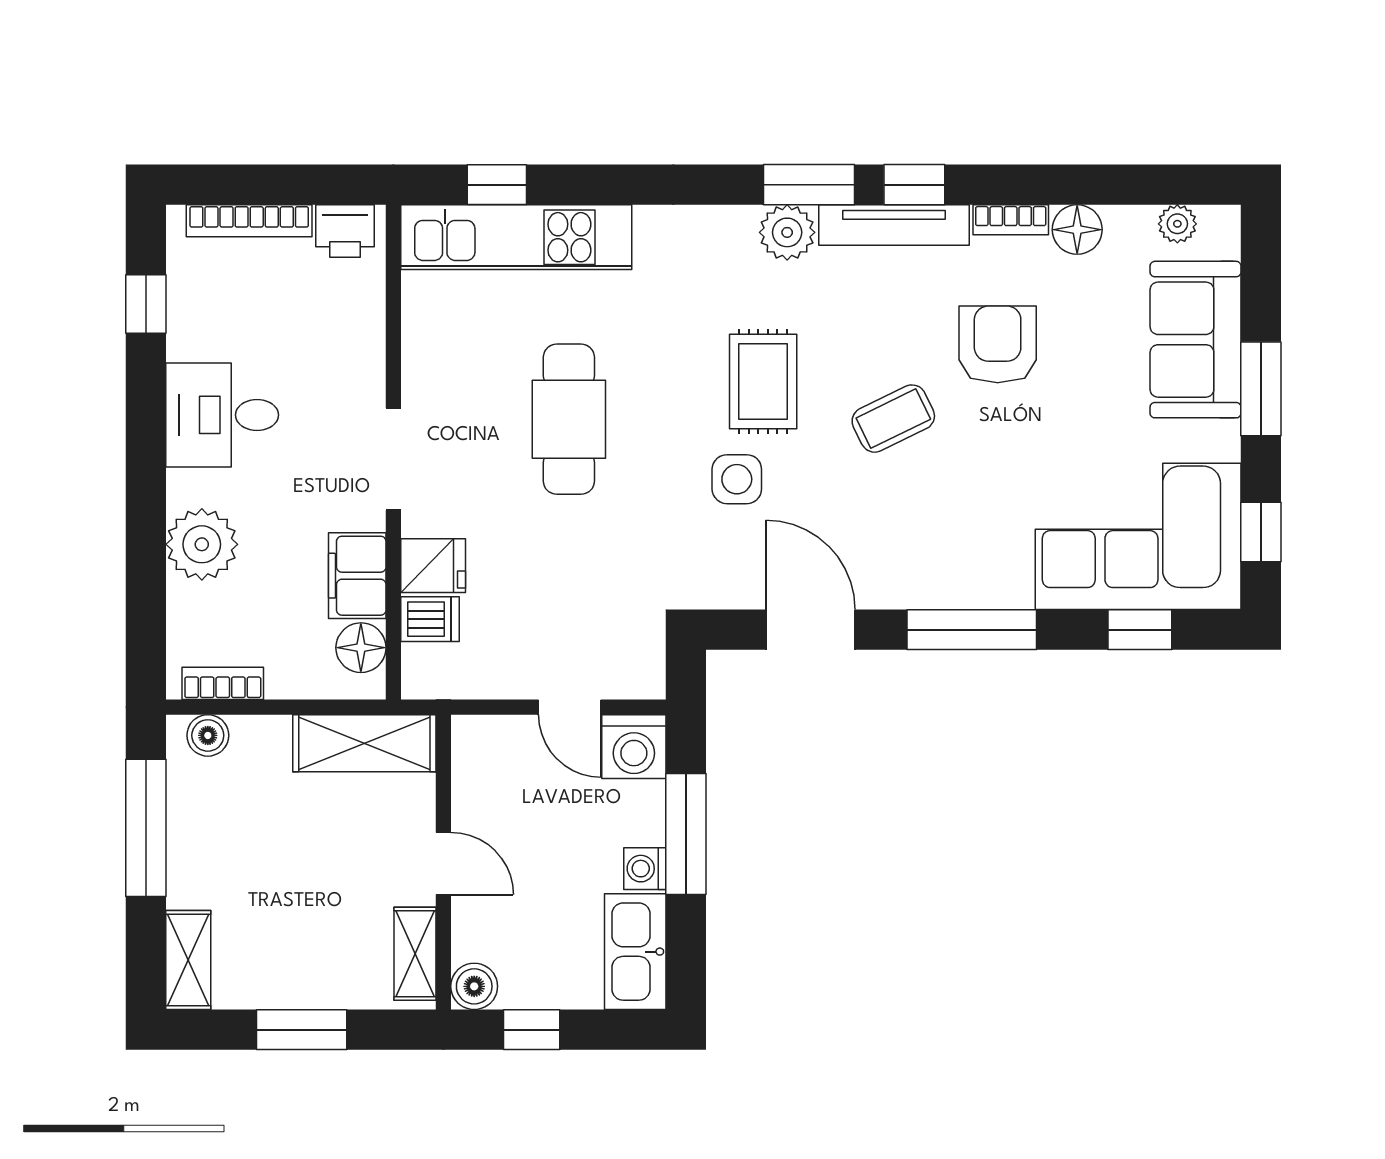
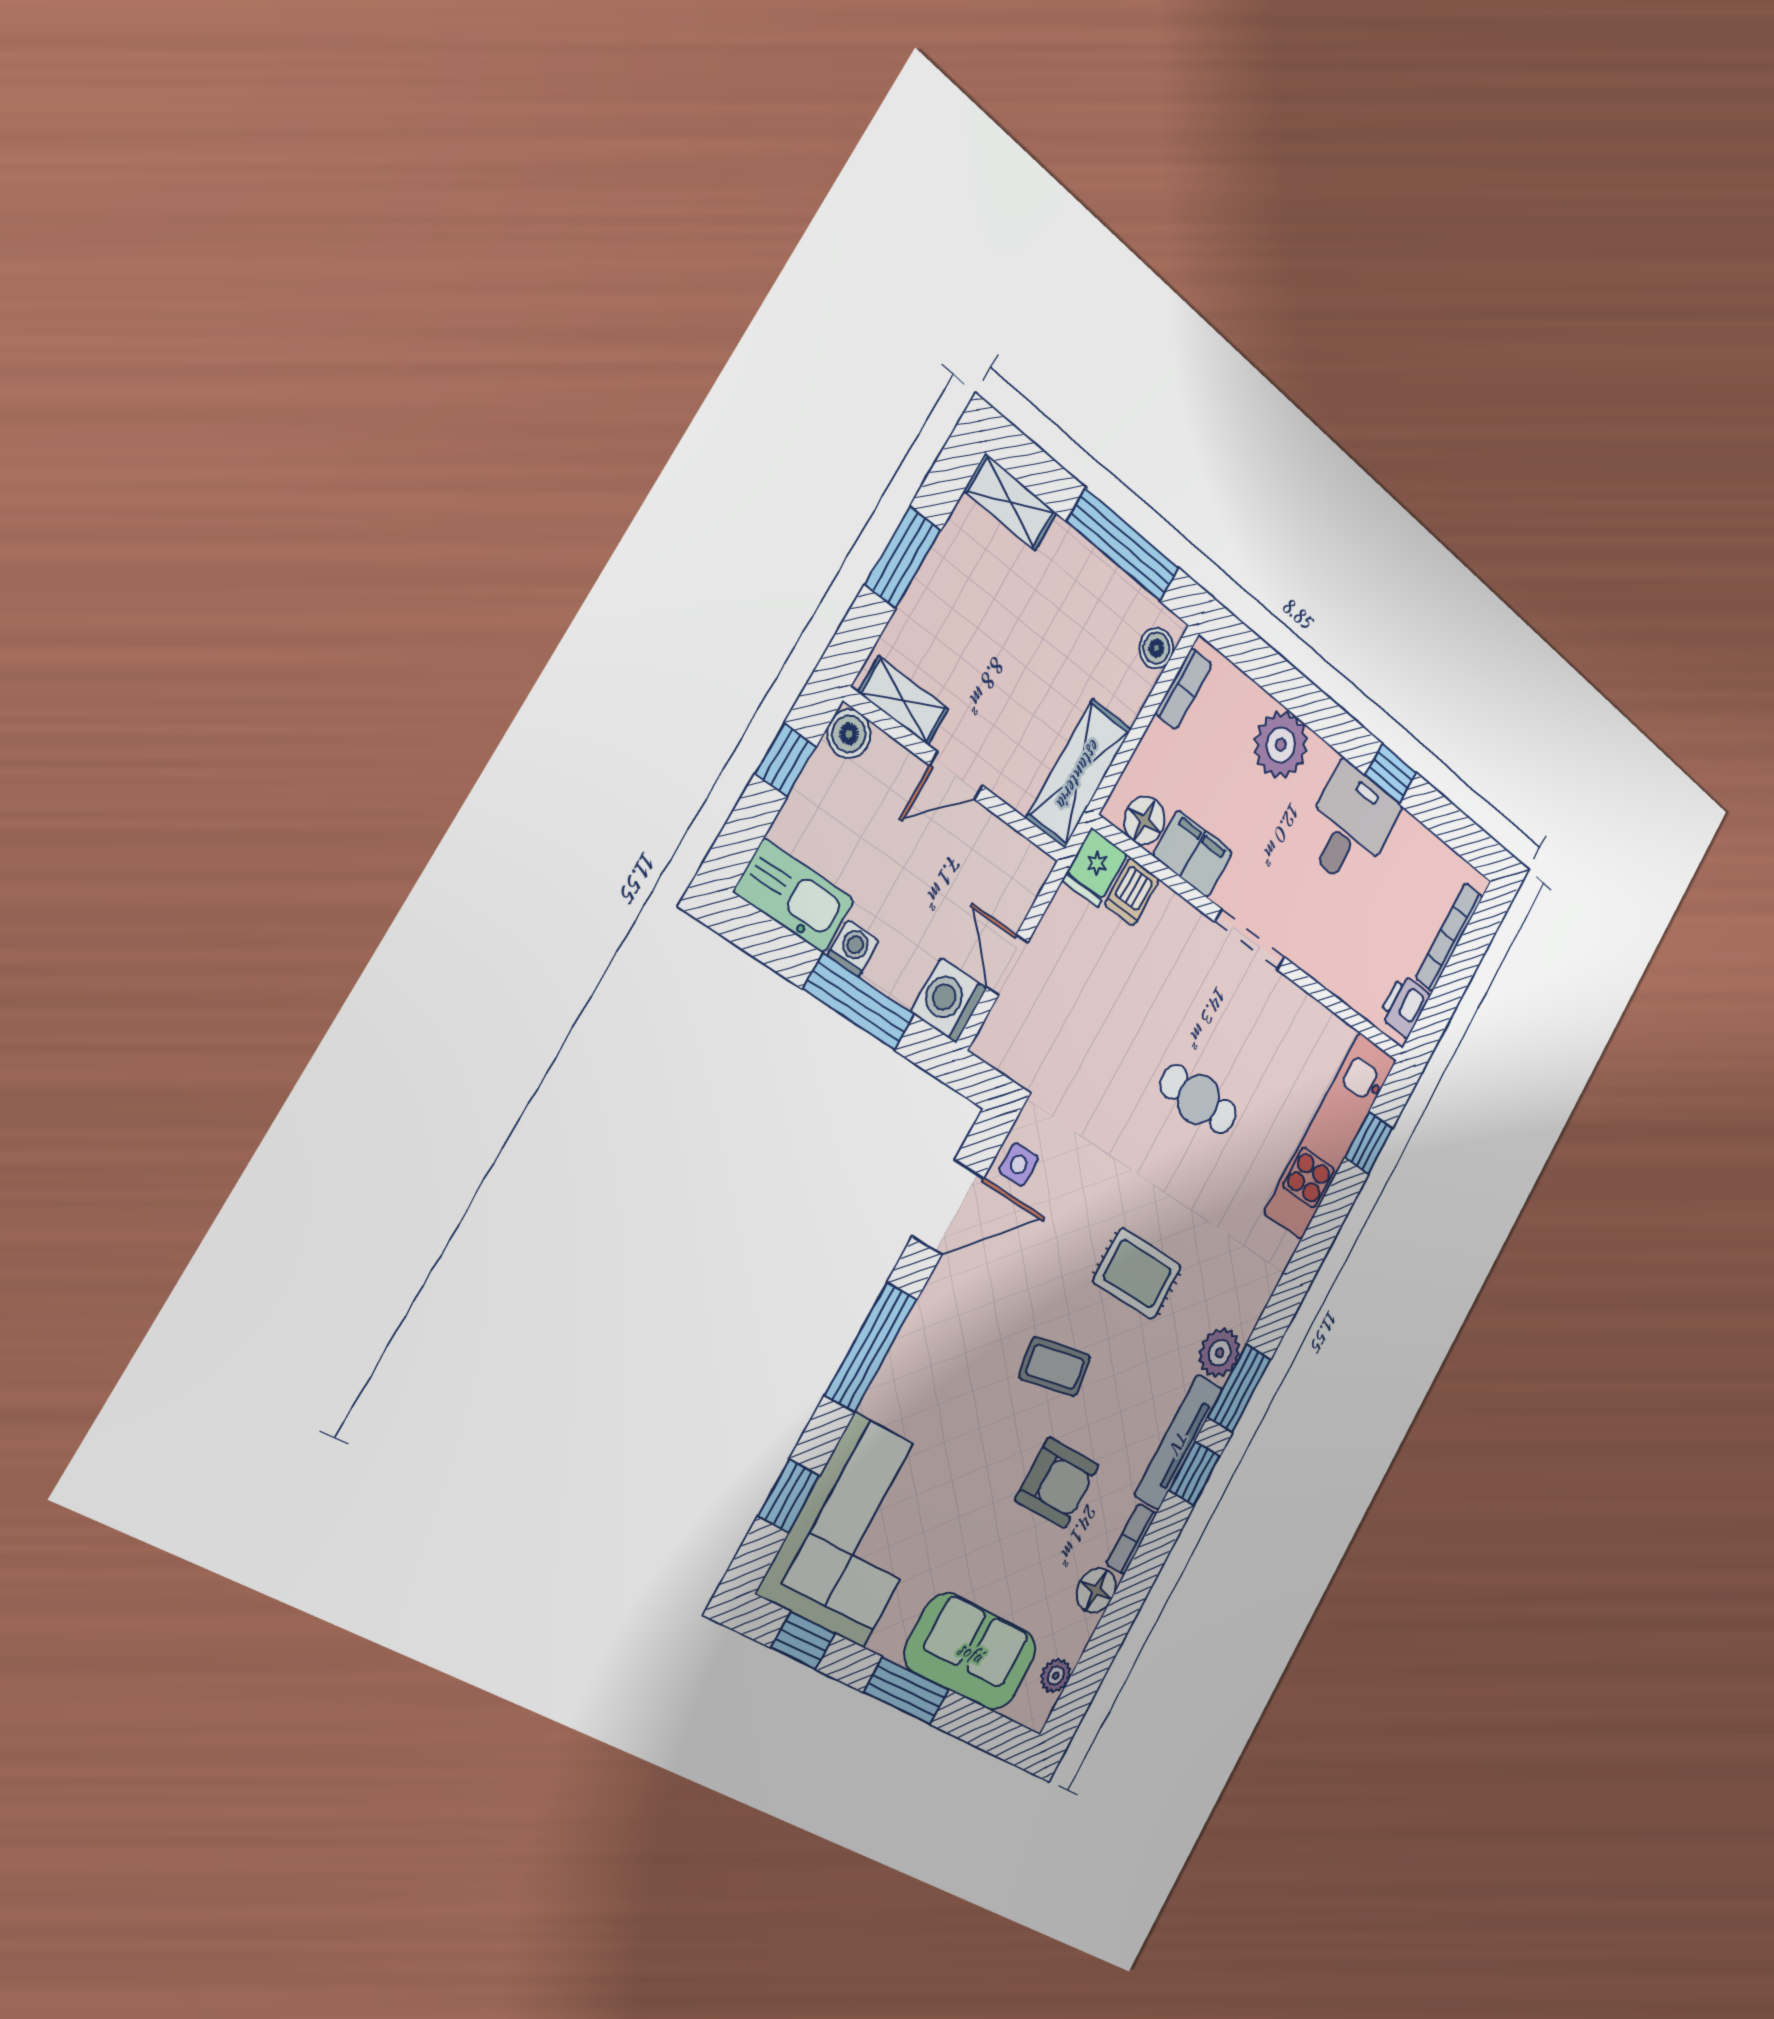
window: (146, 304) -> (1391, 774), moved
cafe table: (569, 419) -> (1199, 1099), width x0.73, depth x0.74
coffee table: (893, 419) -> (1055, 1367), turned -74
side table: (737, 479) -> (1019, 1164), moved, width x0.73, depth x0.73
fridge: (433, 566) -> (1095, 867), moved
door: (570, 707) -> (1007, 965), hinge flipped

